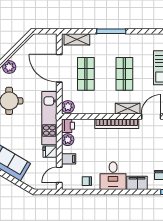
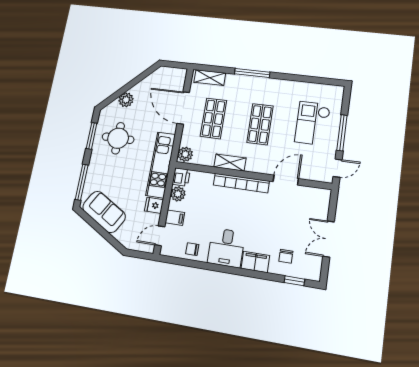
shelving: (128, 109) -> (230, 163), moved

